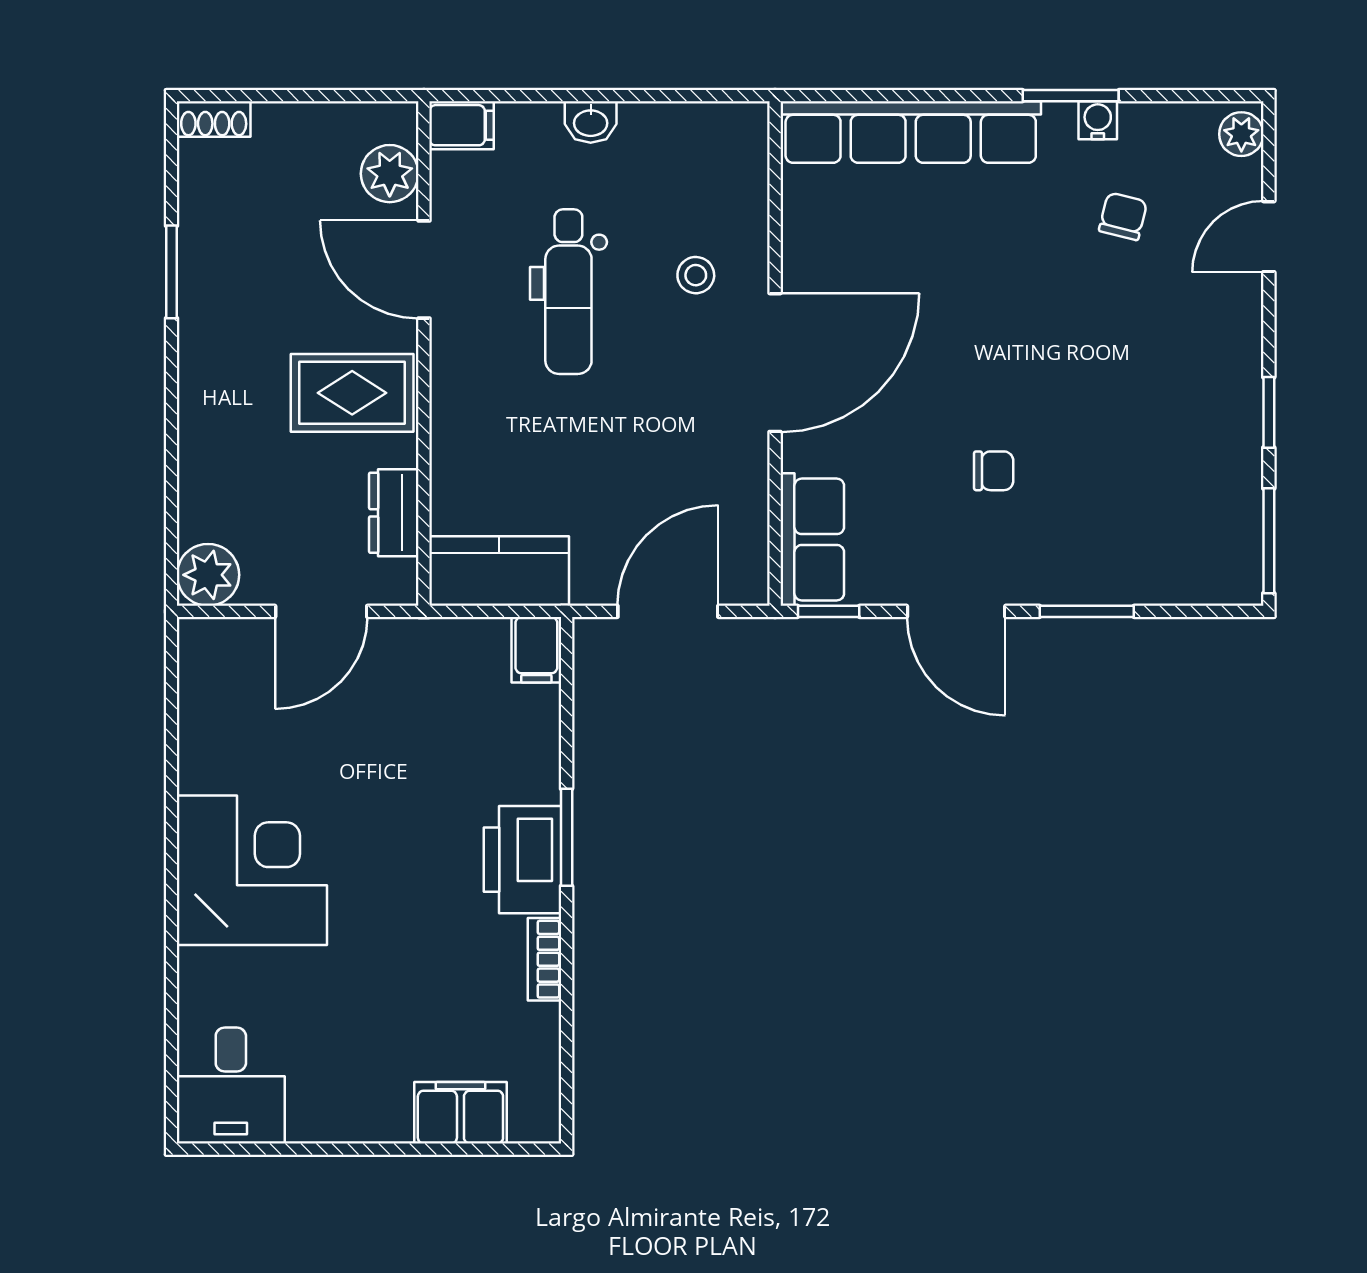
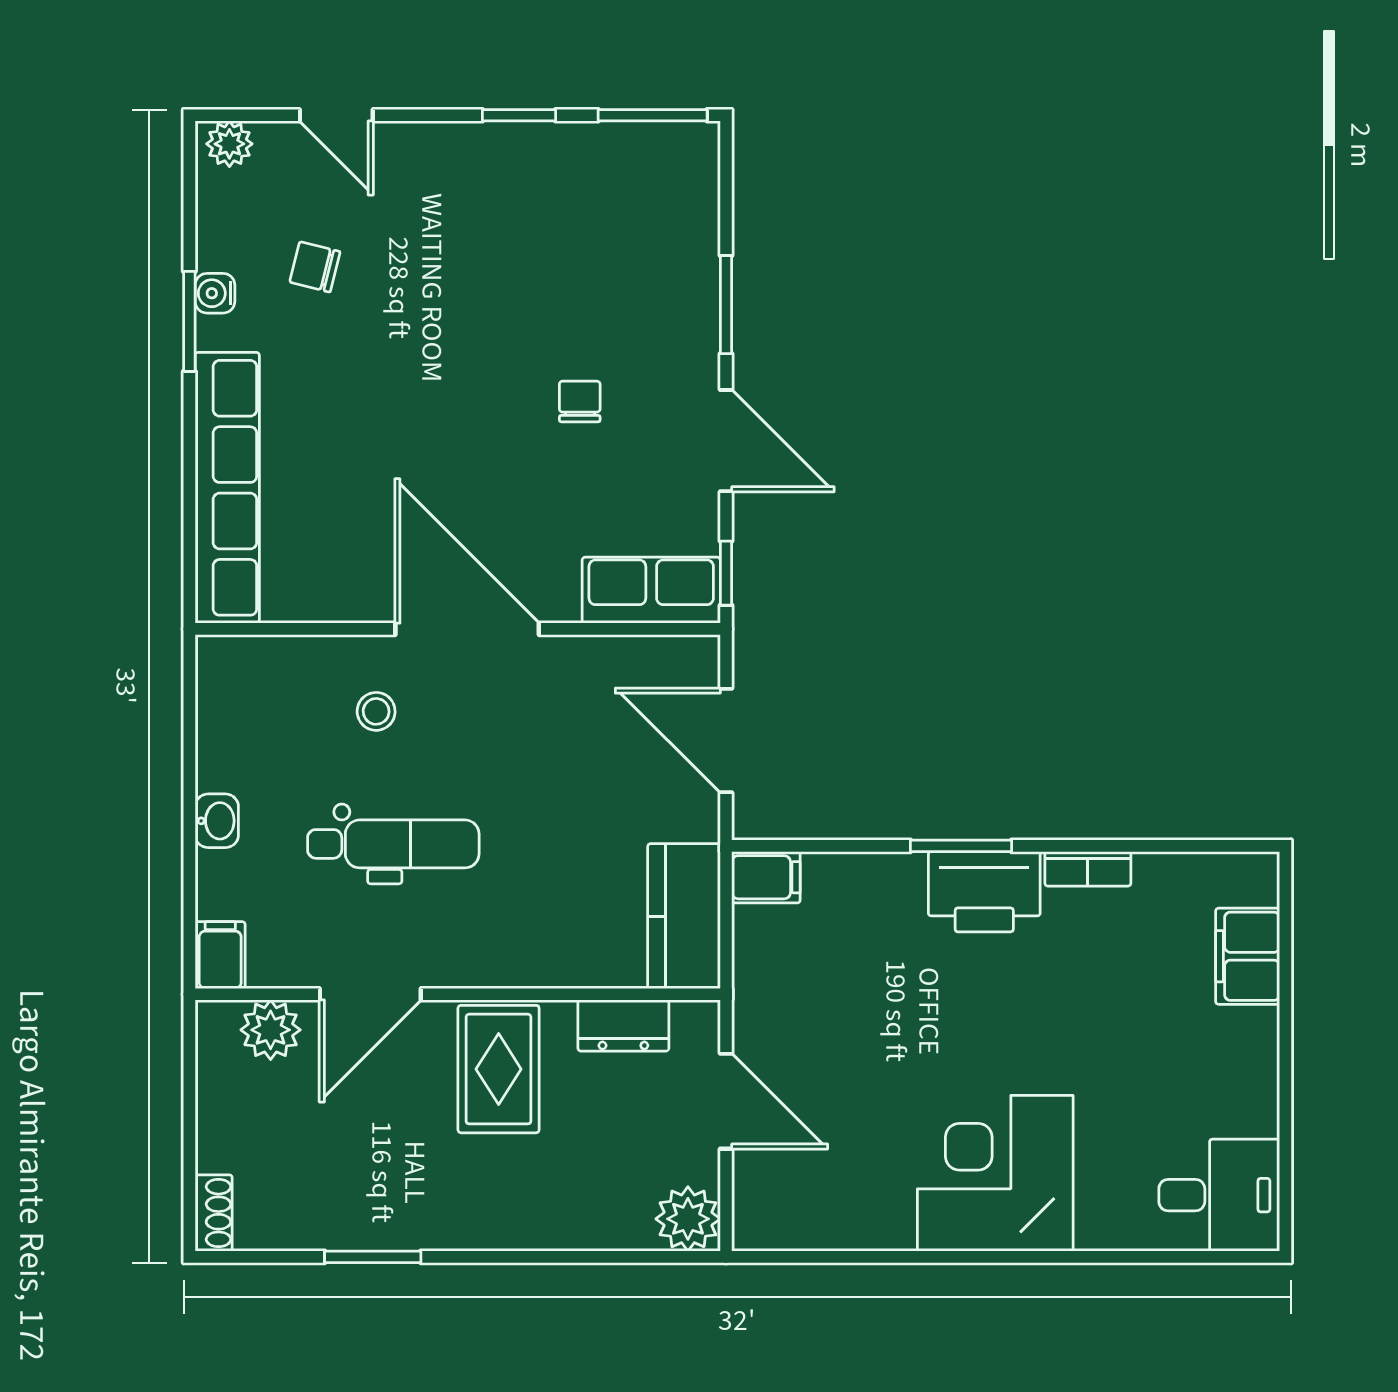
door: (956, 611) -> (726, 441), hinge flipped

